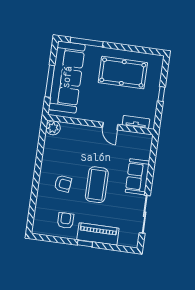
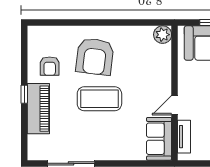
sofa: (137, 177) -> (159, 139), moved, turned -90
armchair: (63, 184) -> (95, 57), width x1.88, depth x1.88
armchair: (66, 220) -> (50, 66), turned 90

